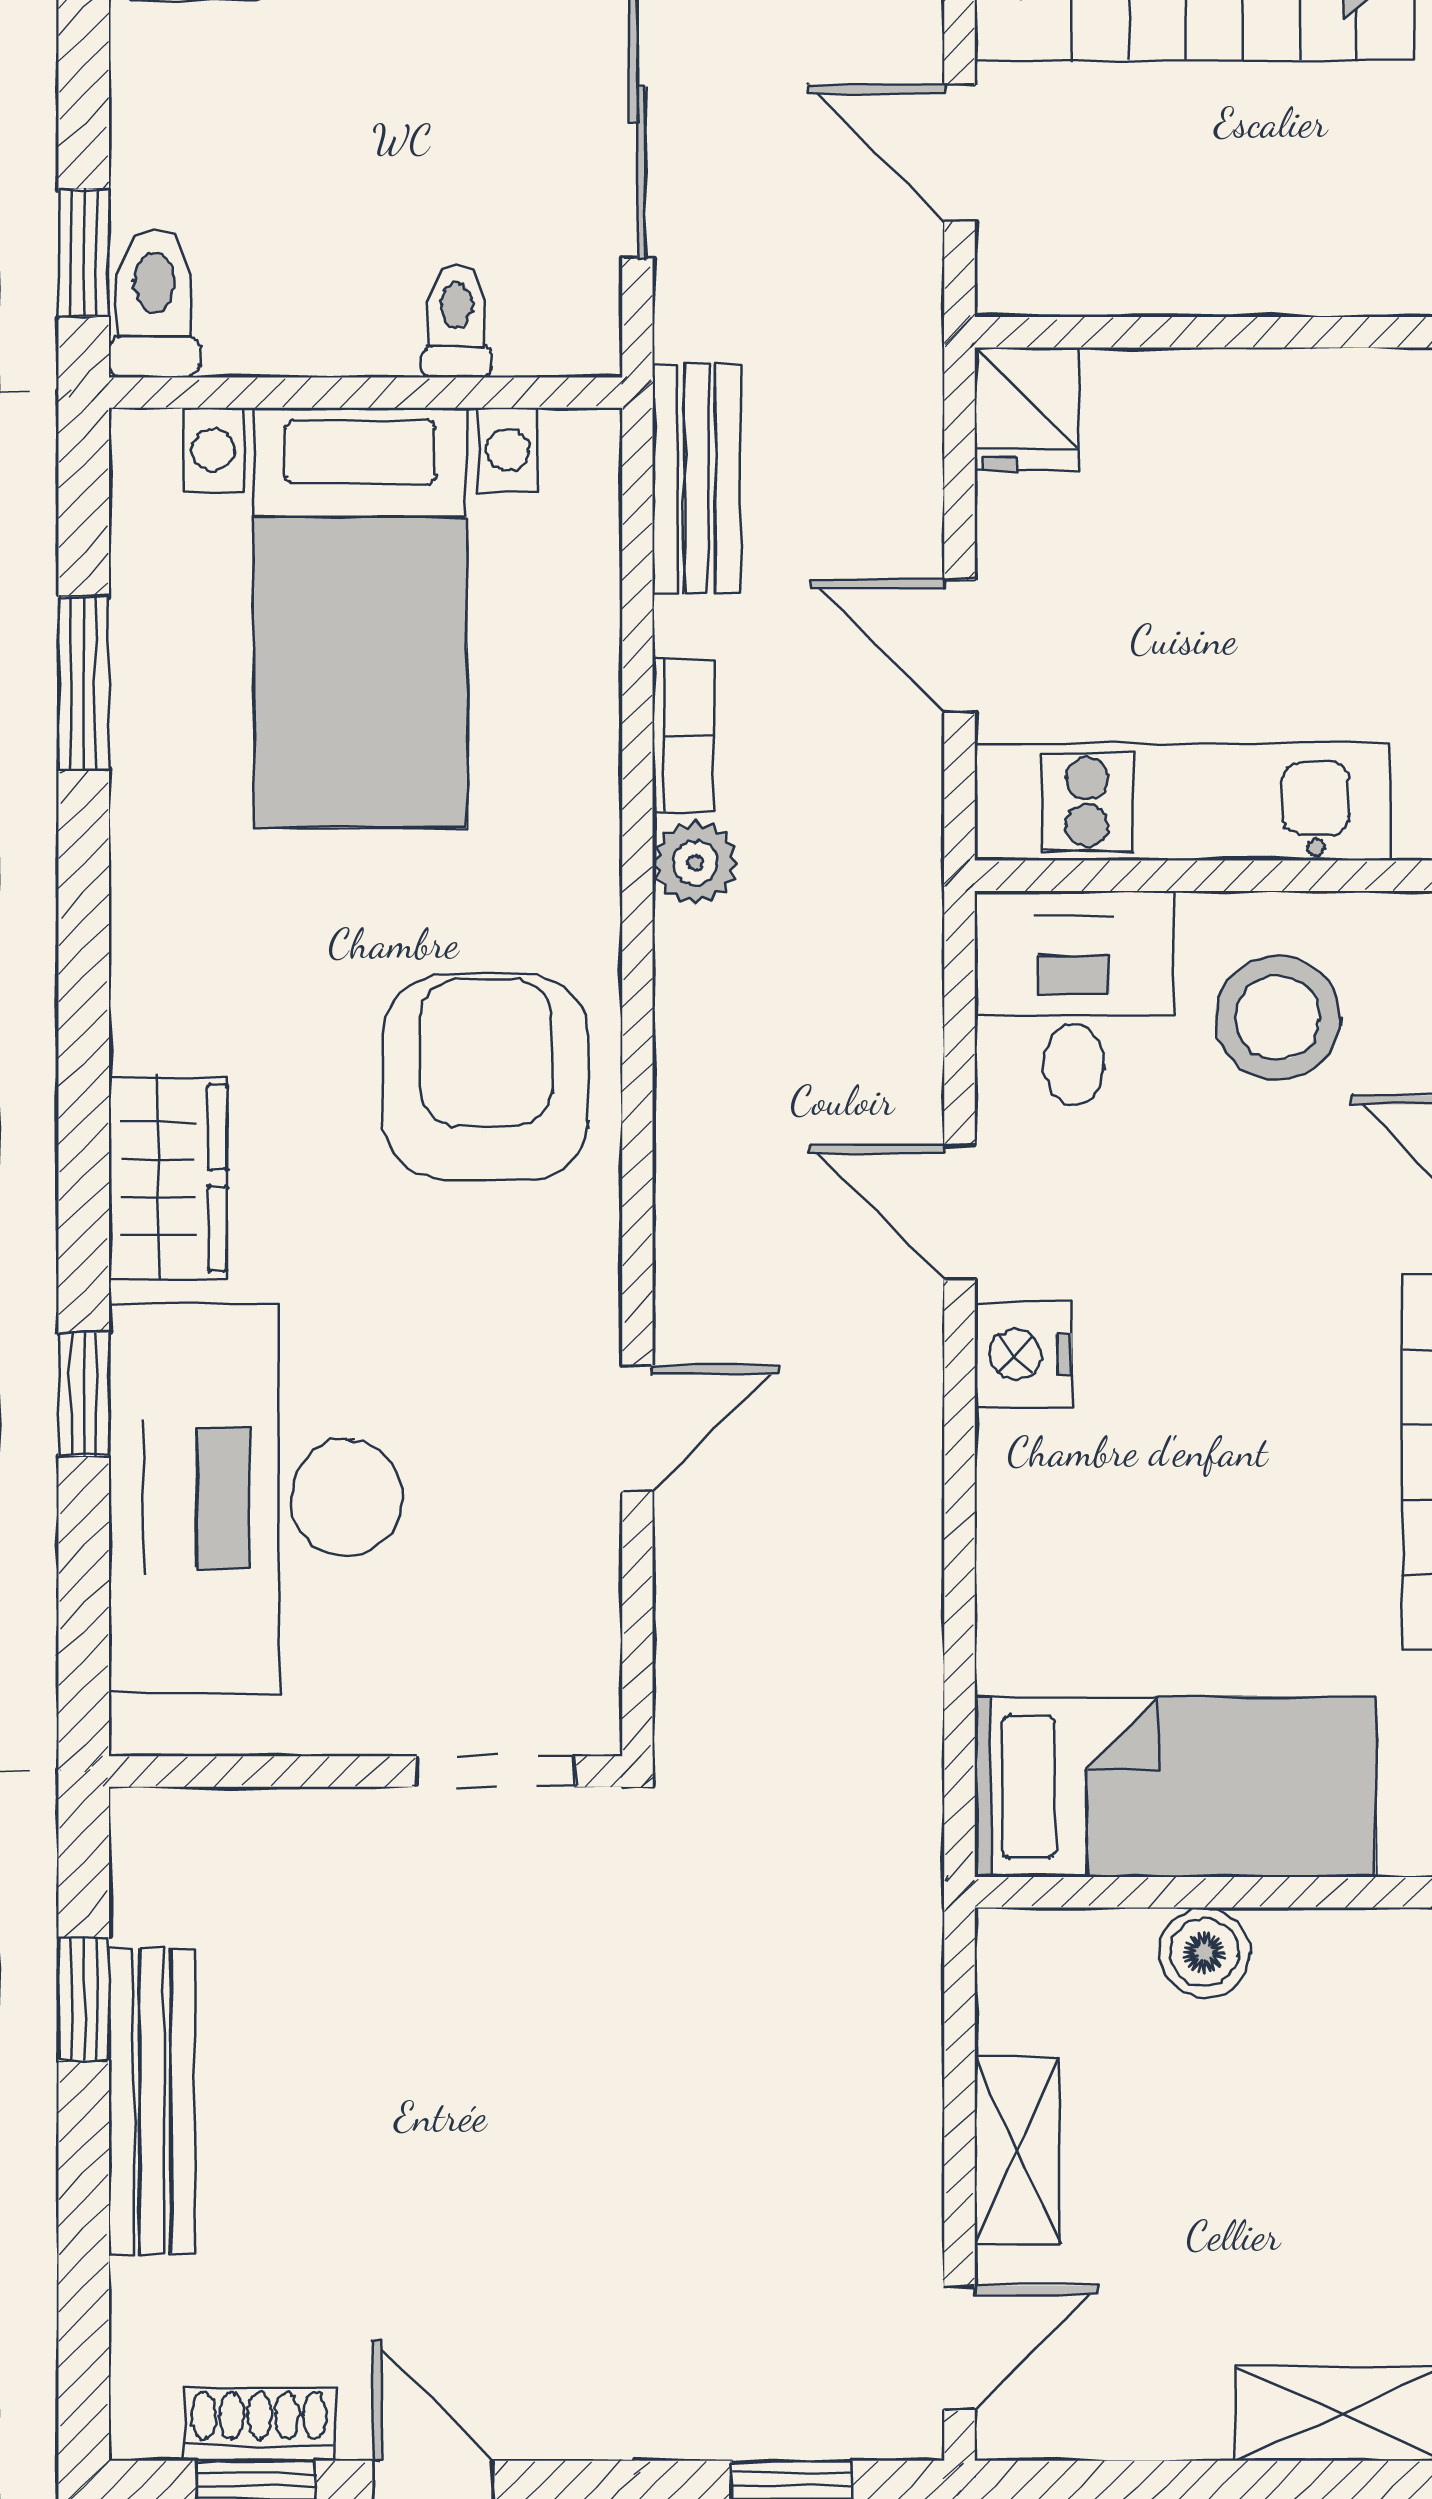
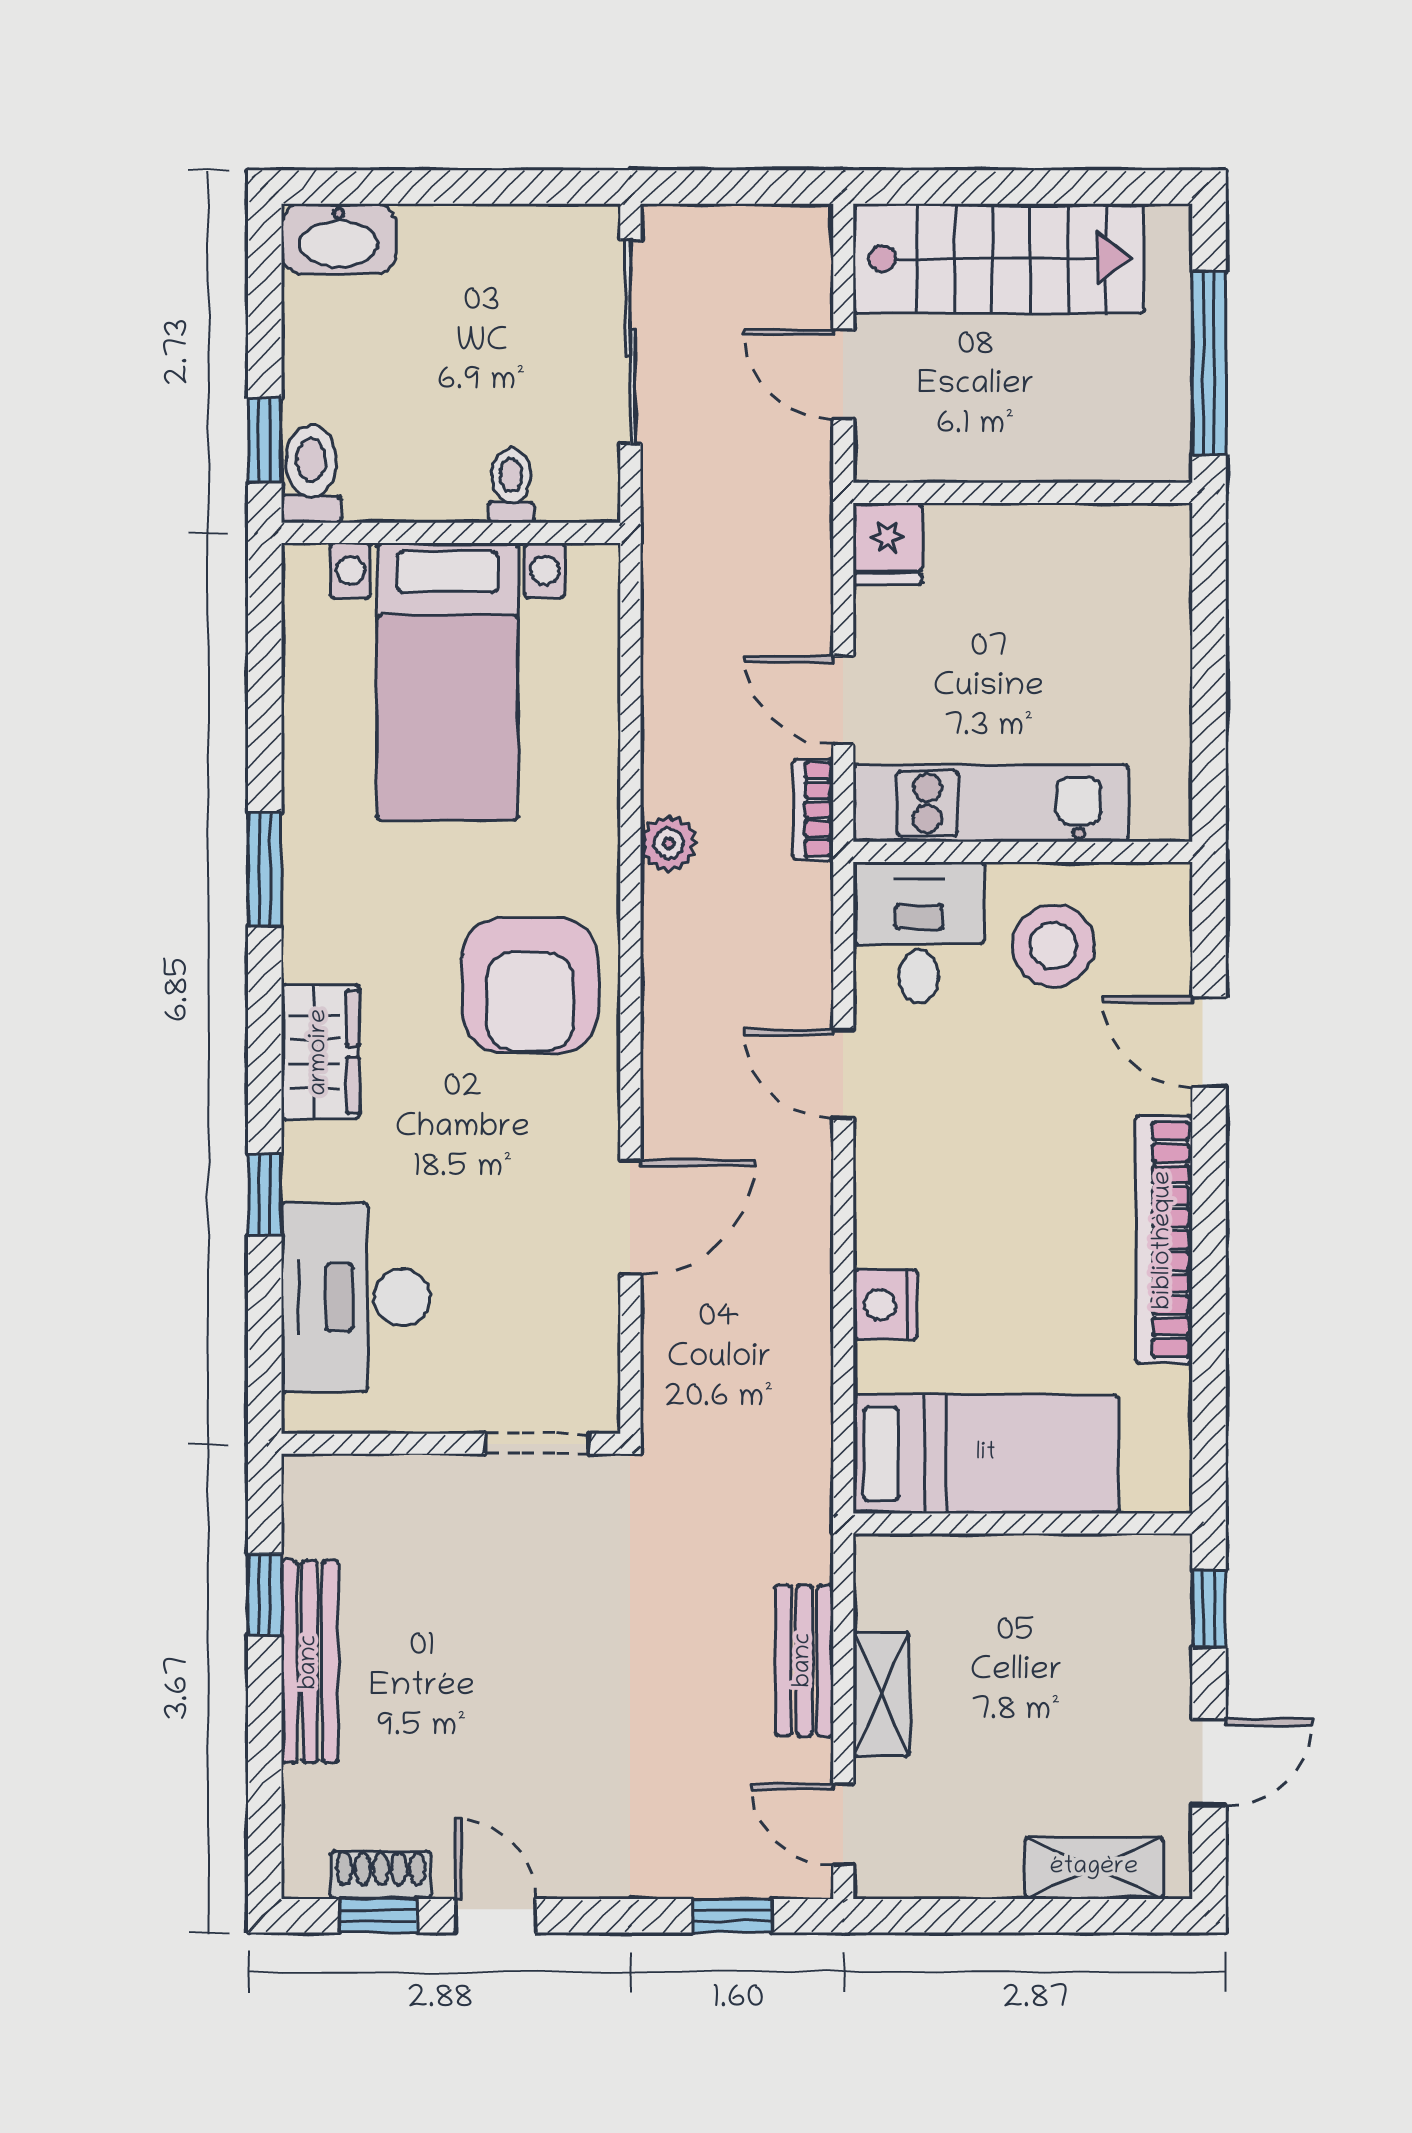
bench: (696, 479) -> (804, 1660), moved
window: (84, 683) -> (265, 869), moved
bookcase: (683, 735) -> (813, 809), moved, turned 180
armchair: (486, 1077) -> (530, 985), turned 180
nightstand: (1023, 1355) -> (885, 1305), moved
door: (637, 1429) -> (630, 1217), width x1.37
desk: (255, 1498) -> (356, 1297), width x0.73, depth x0.77
boiler: (1204, 1953) -> (1005, 1563), removed
door: (959, 2348) -> (843, 1825), swing flipped

